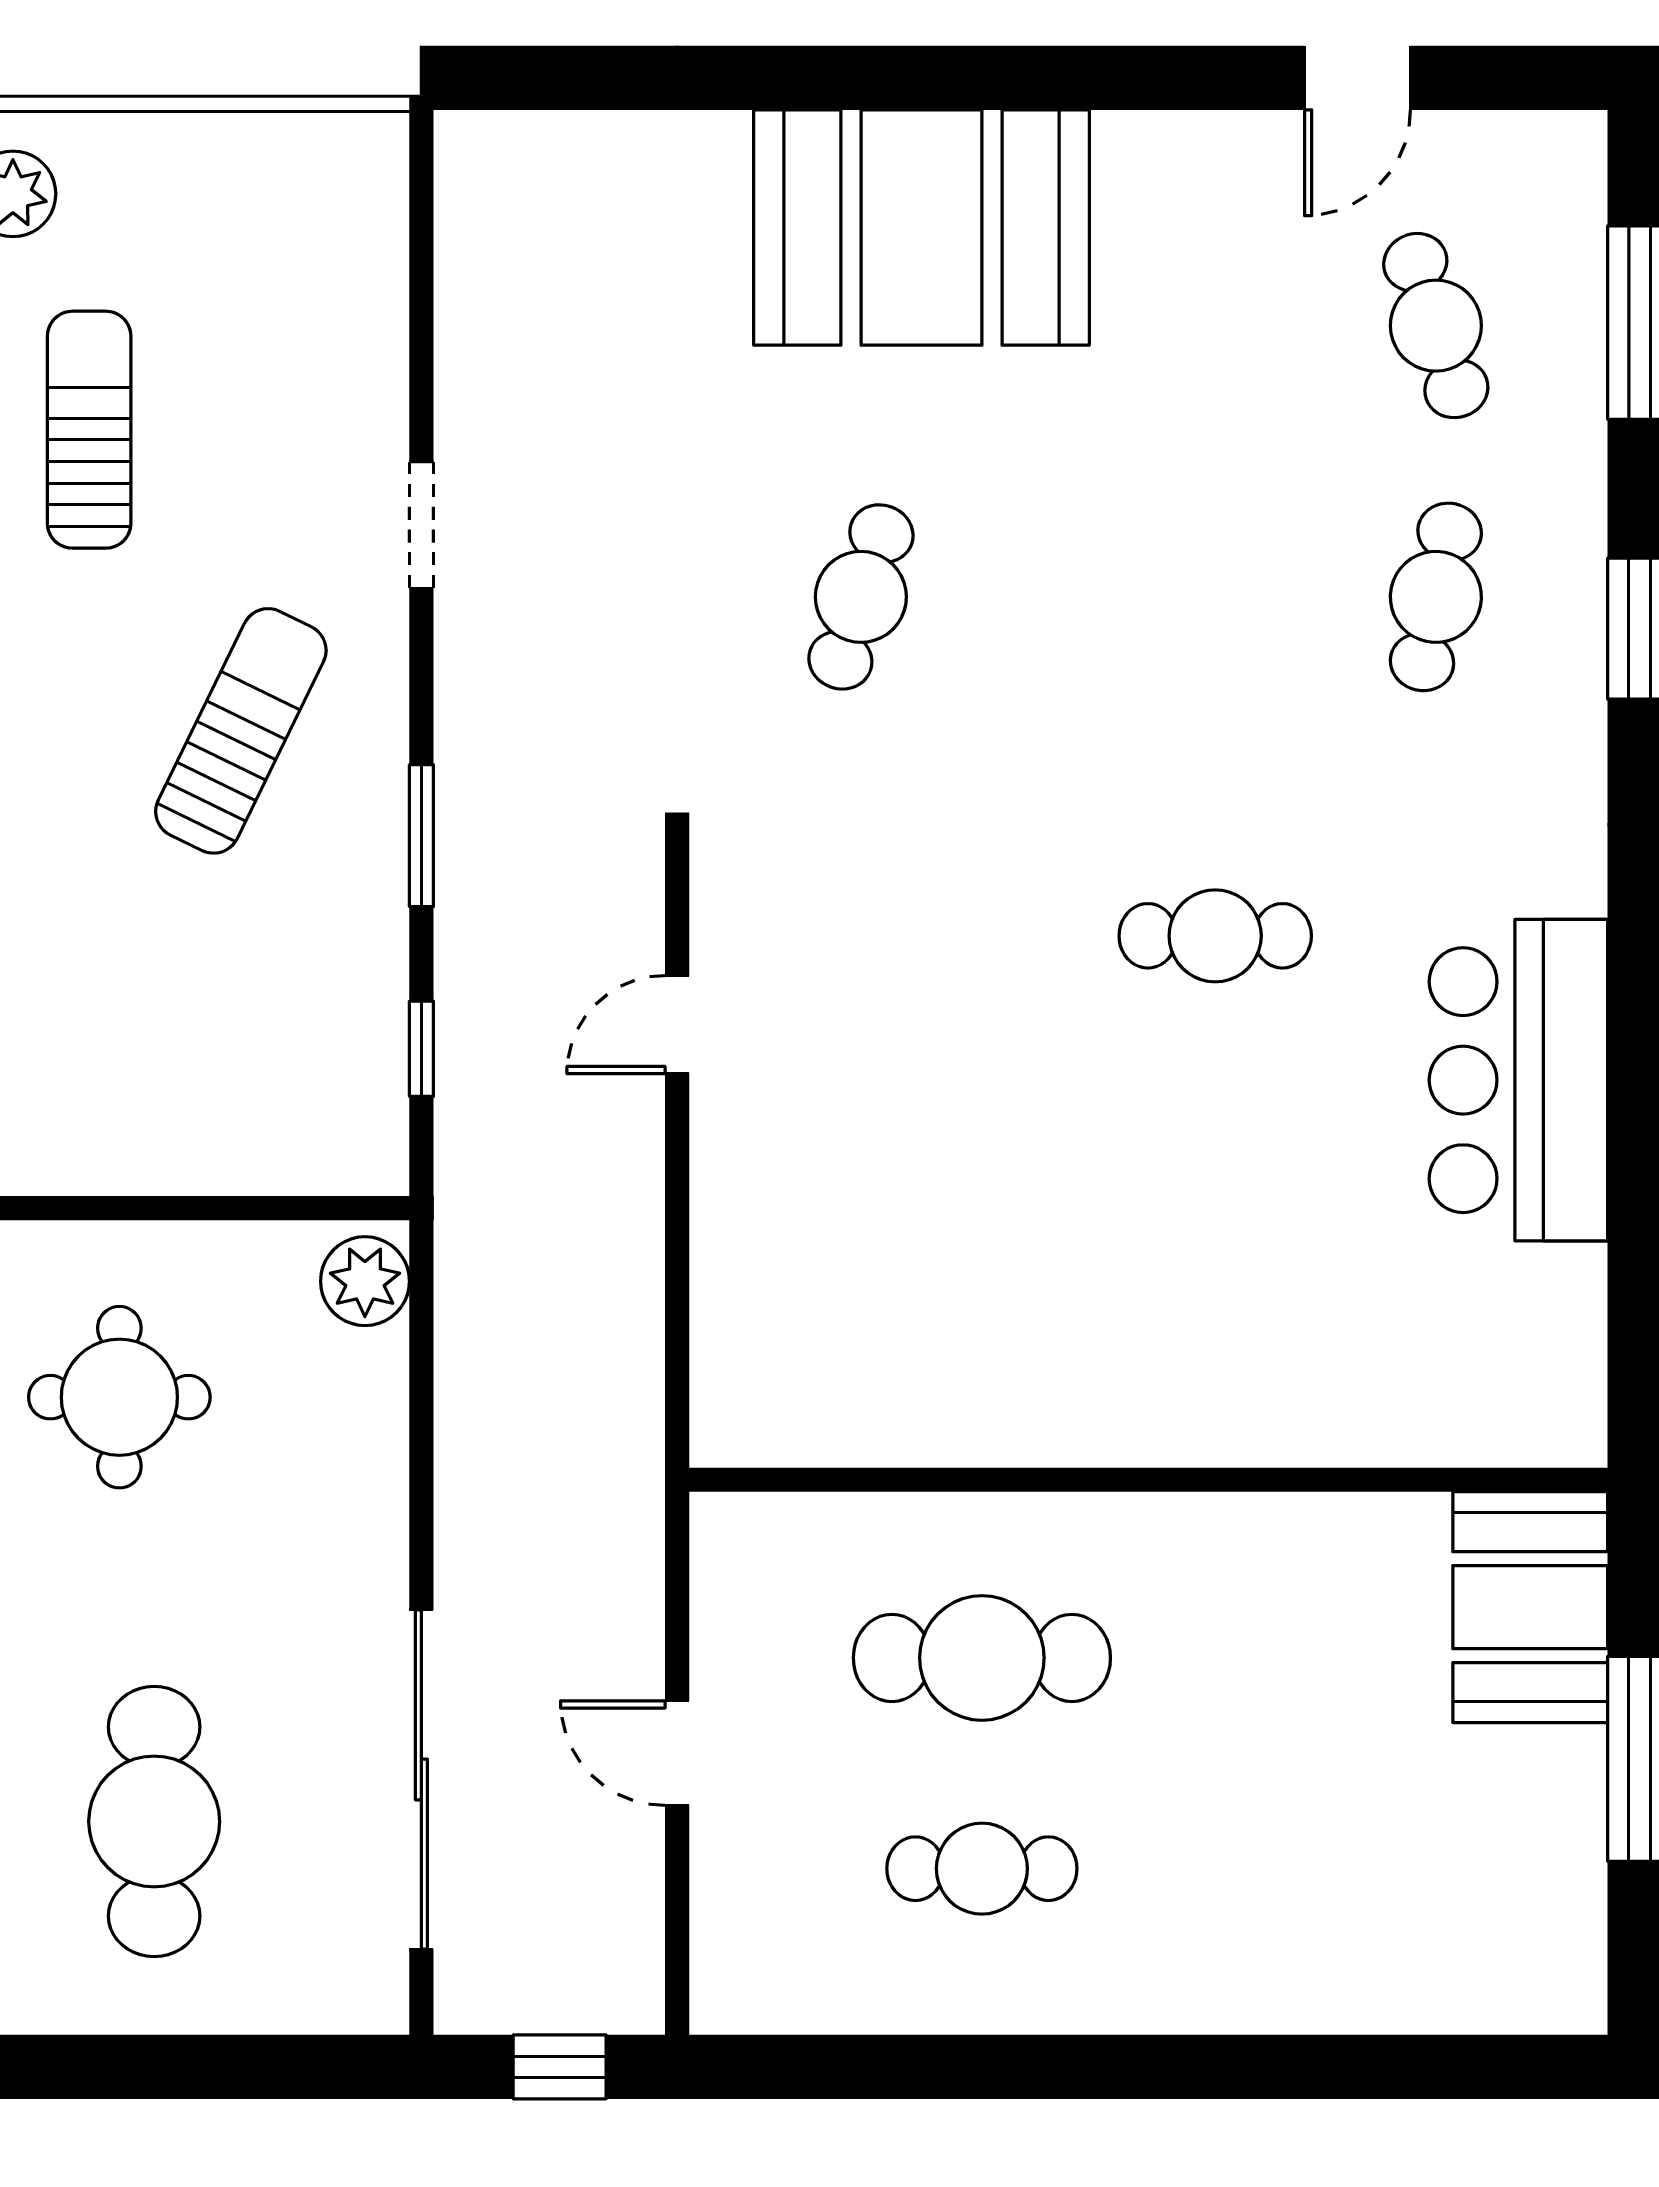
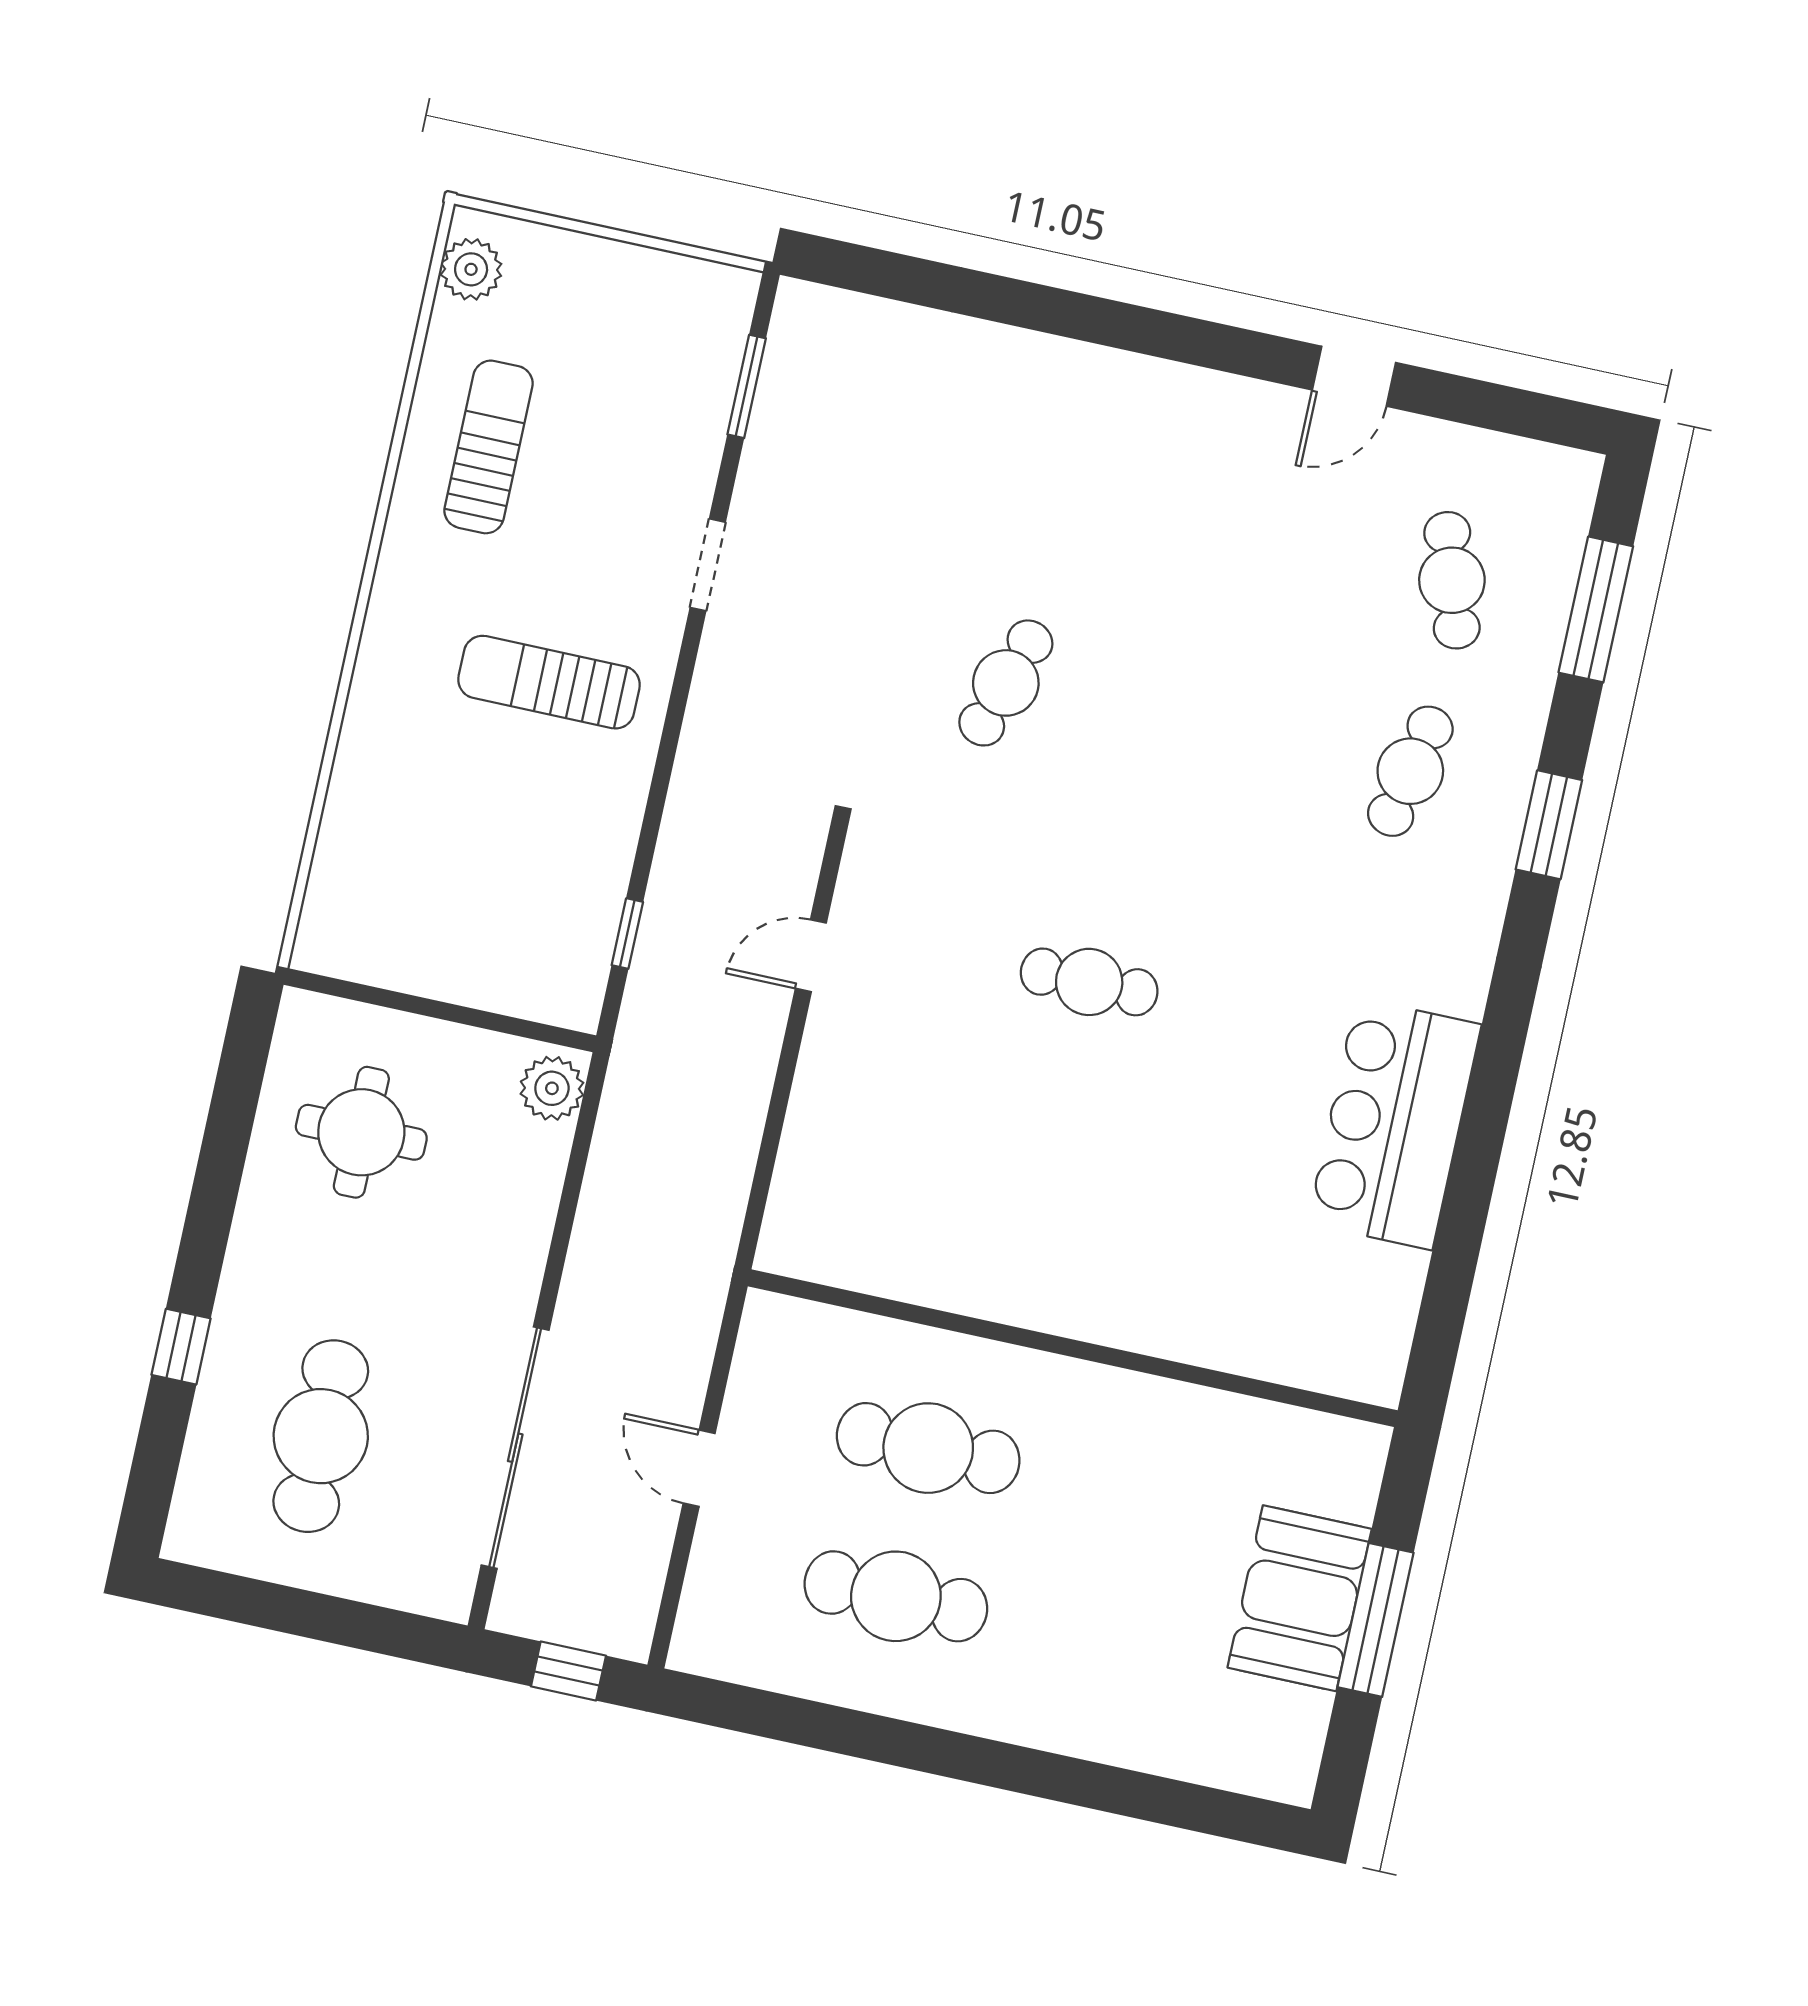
door: (1358, 78) -> (1354, 376), moved
booth: (922, 227) -> (1105, 432), removed
sun lounger: (241, 731) -> (549, 682), turned -116
window: (421, 836) -> (747, 386), moved
cafe table: (1215, 936) -> (1089, 982), moved
booth: (1530, 1607) -> (1300, 1598), moved
cafe table: (982, 1869) -> (896, 1596), width x1.37, depth x1.35

